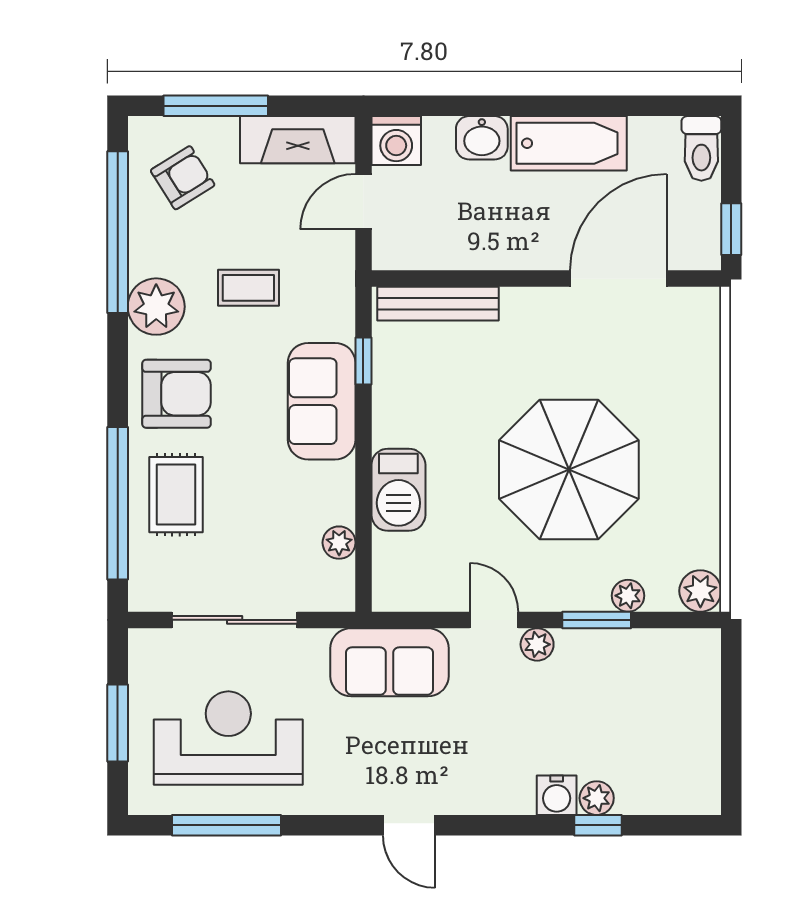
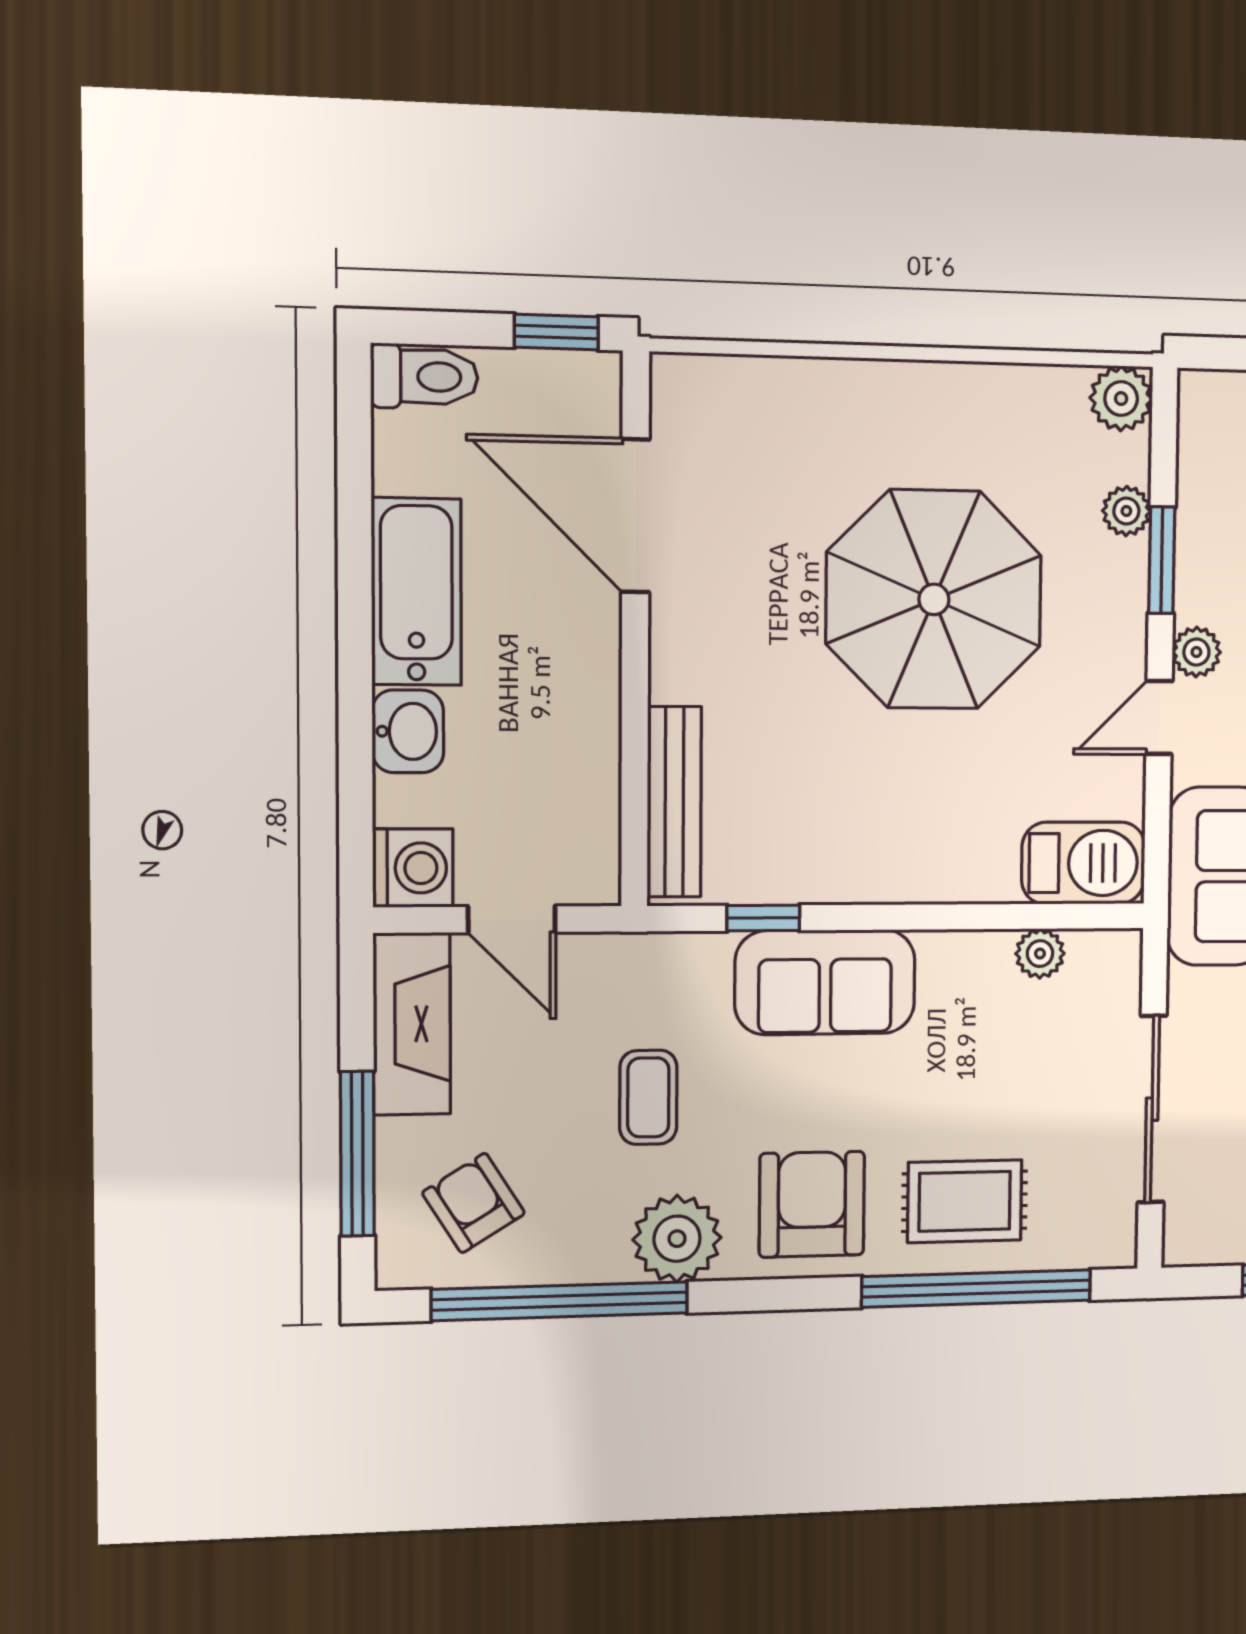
barbecue: (398, 490) -> (1083, 863), moved

